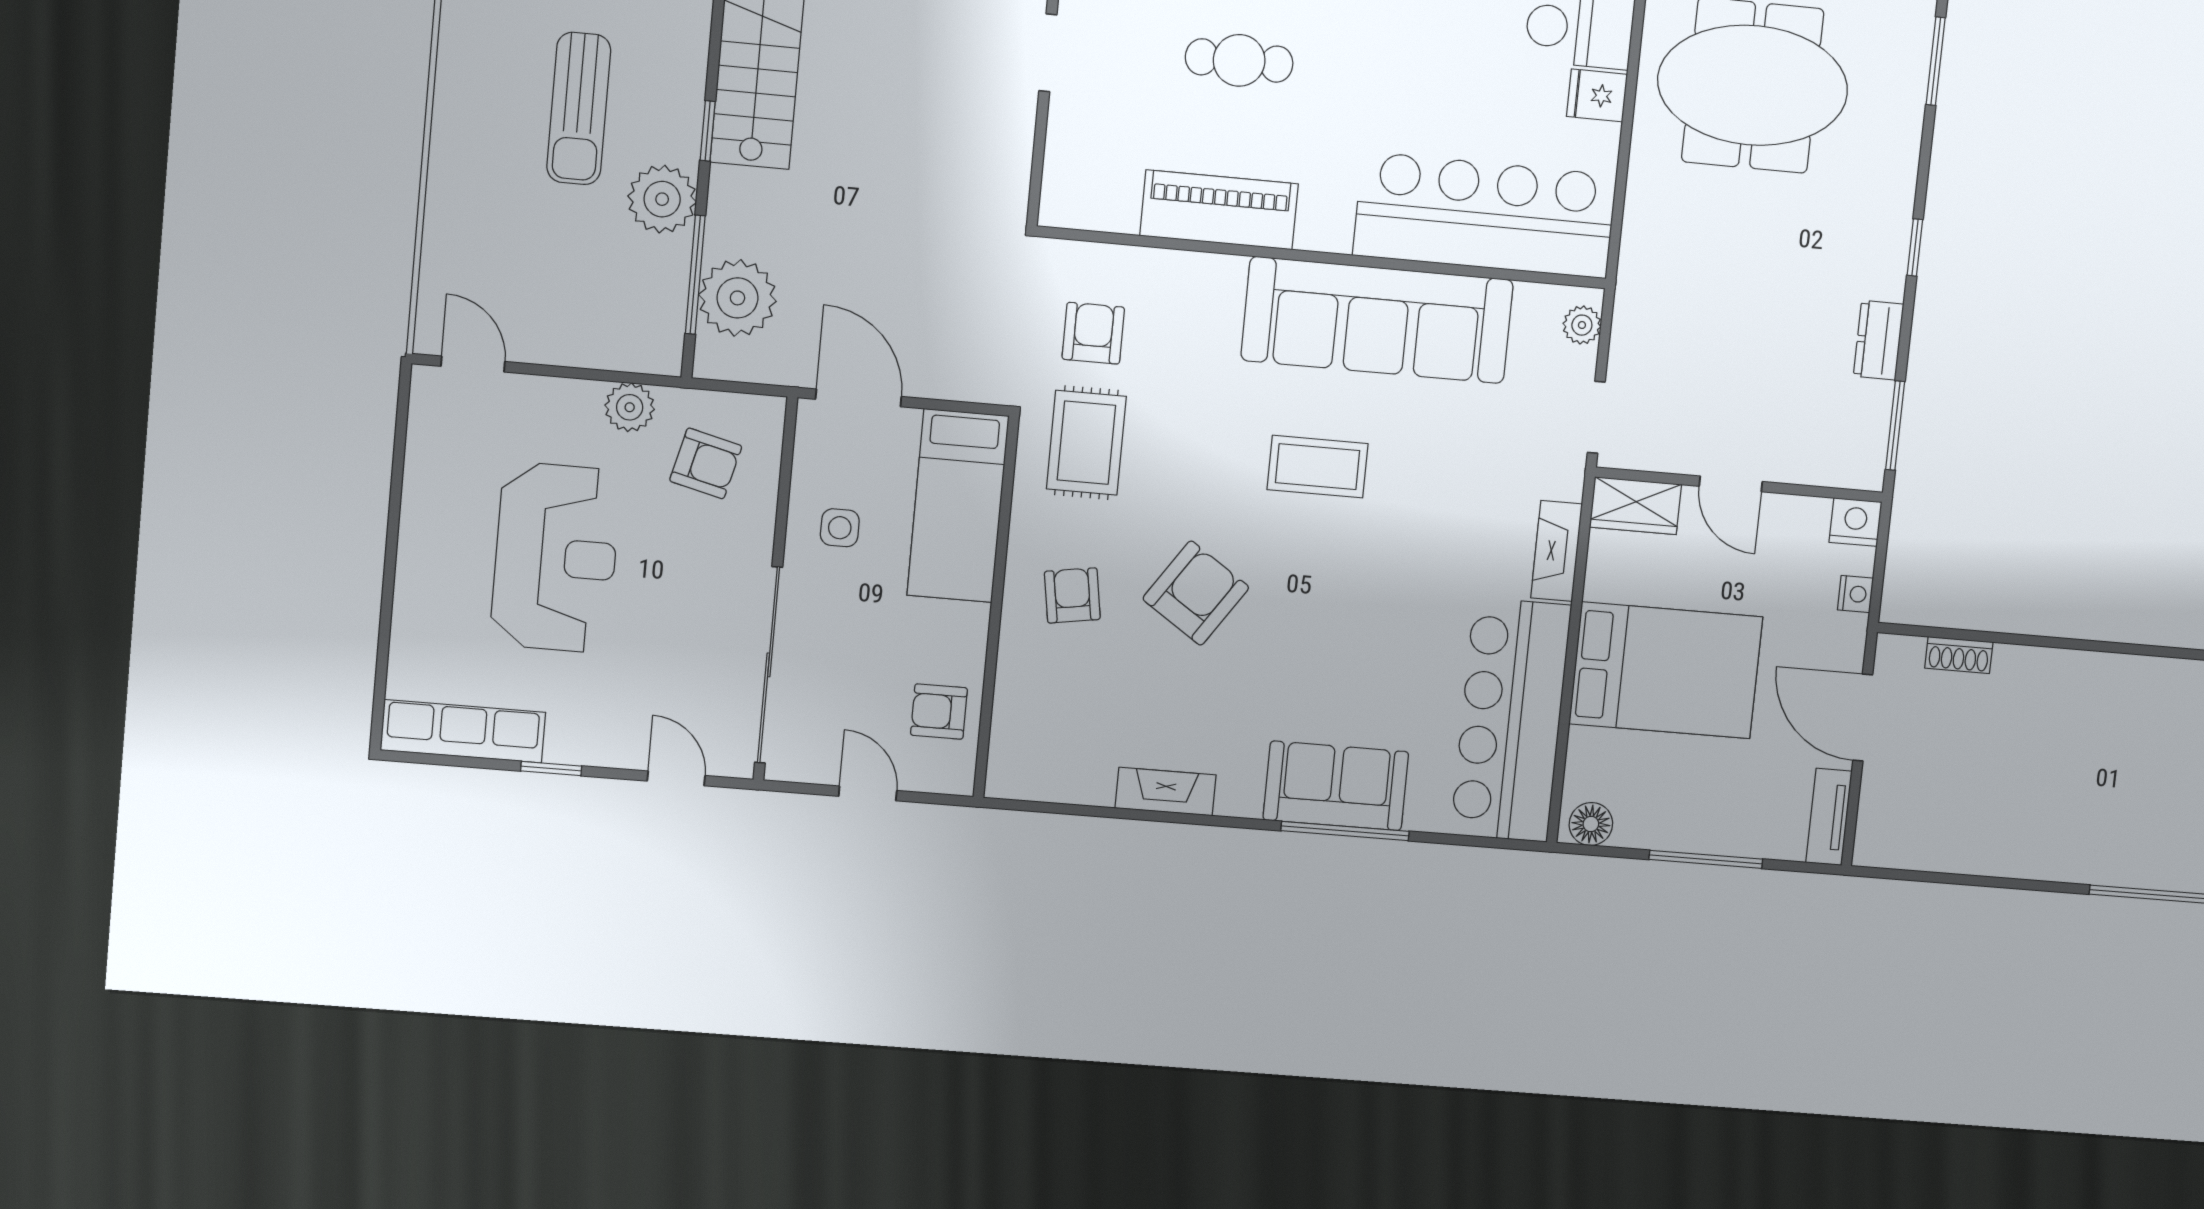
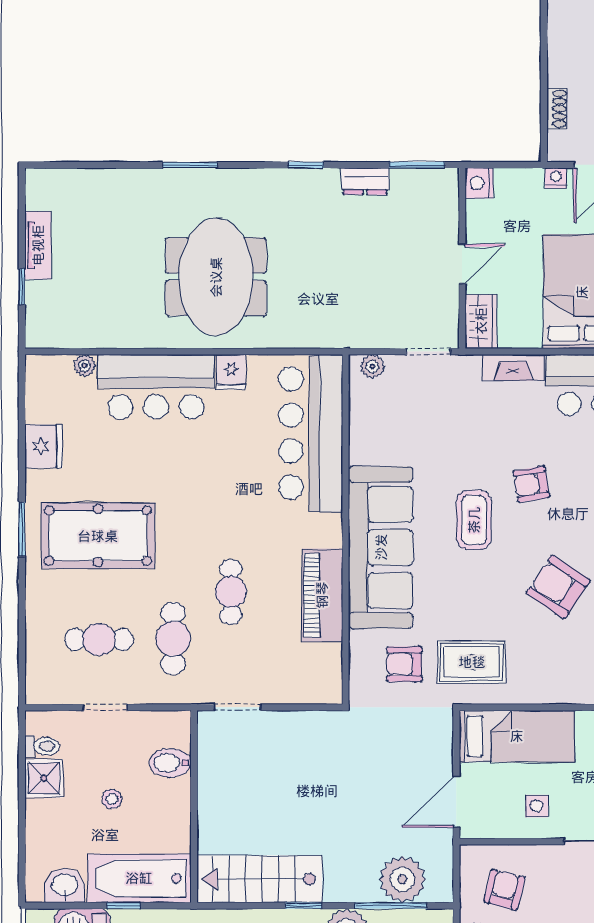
sofa: (1377, 320) -> (381, 547), moved
nightstand: (1855, 594) -> (556, 178), moved
armchair: (1072, 595) -> (531, 484), moved

